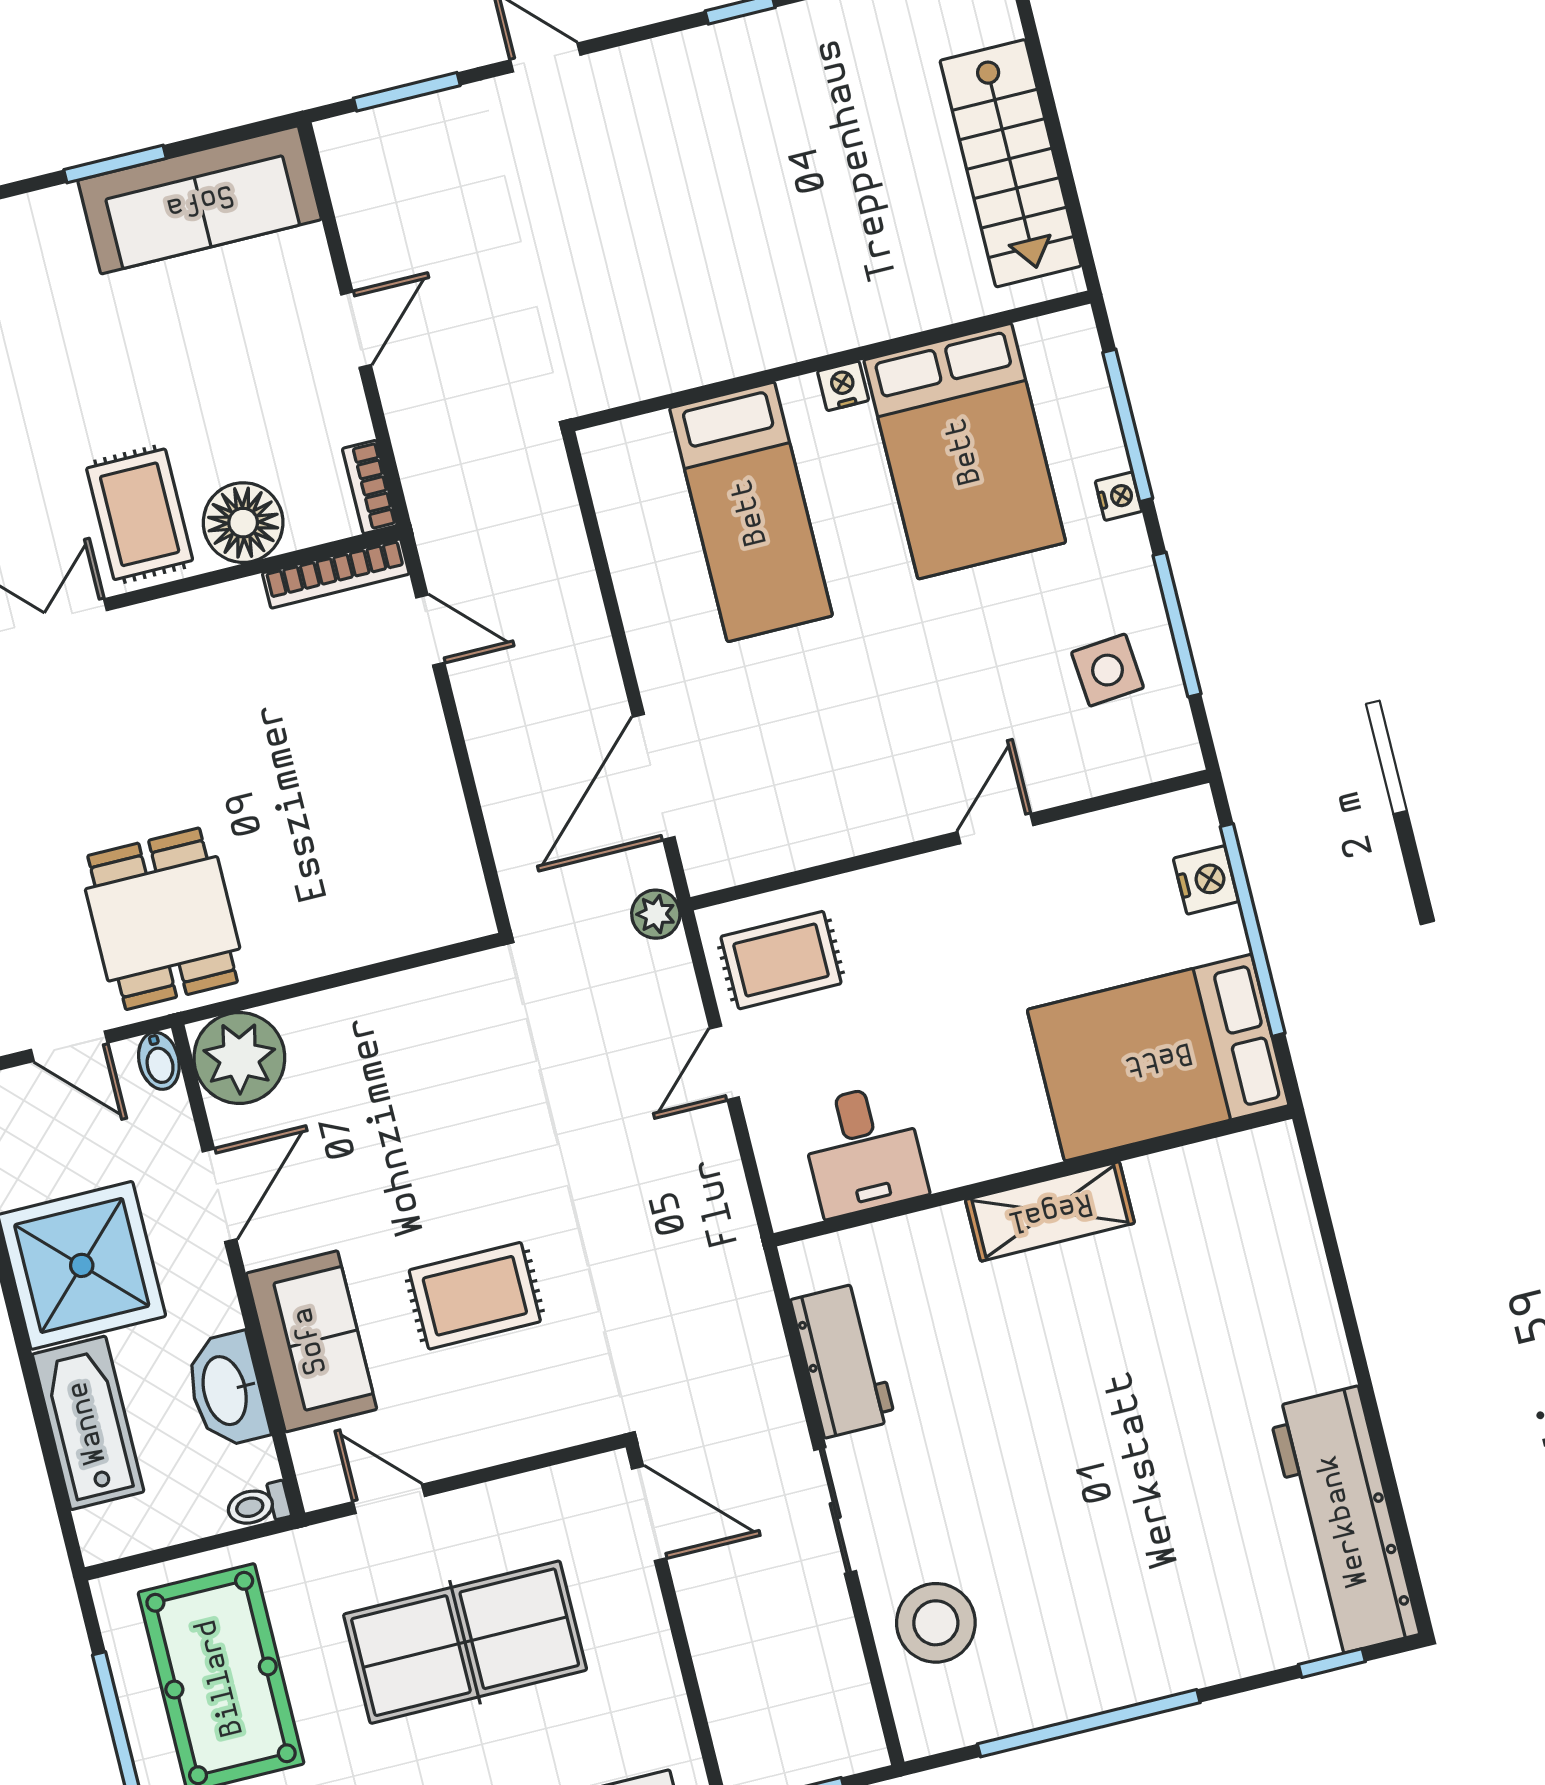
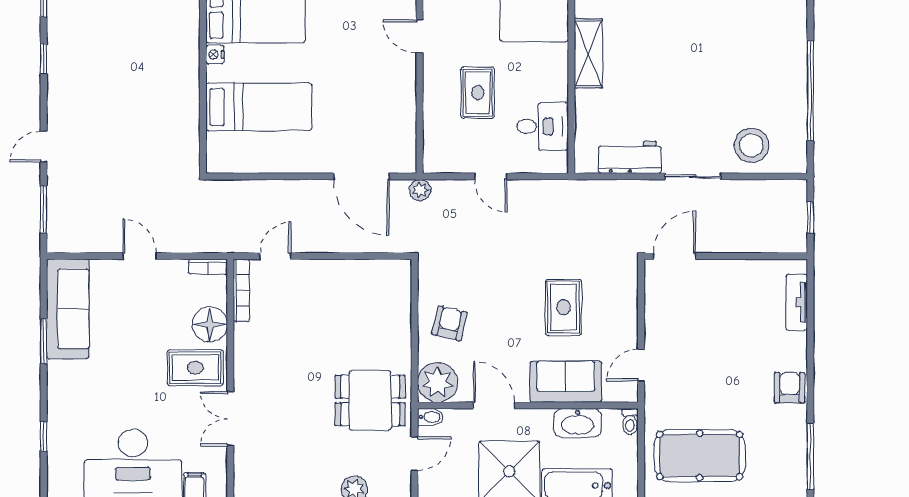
rug: (781, 960) -> (478, 93), moved
armchair: (377, 1052) -> (449, 323), added
table tennis table: (465, 1642) -> (710, 348), removed

